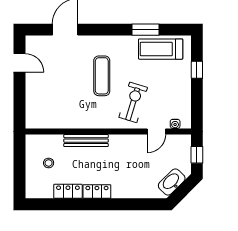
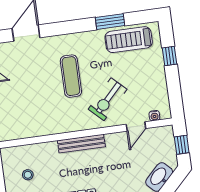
exercise bike: (133, 102) -> (108, 99), turned -153
bench: (86, 141) -> (81, 144), moved

